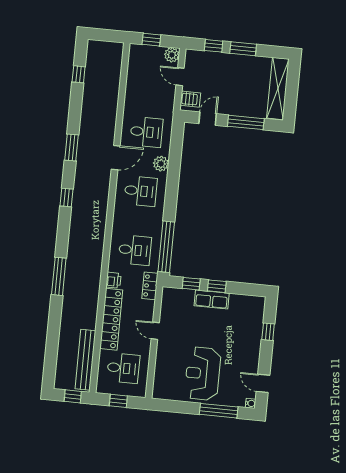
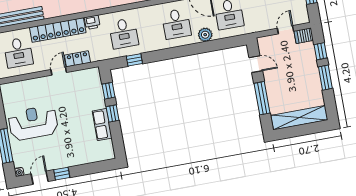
plant: (172, 55) -> (302, 17), removed
server rack: (190, 99) -> (304, 36), moved, turned 90
window: (166, 247) -> (134, 60), width x0.32
locker: (150, 286) -> (77, 59), moved
row of seats: (212, 299) -> (102, 125), moved
window: (268, 332) -> (62, 174), moved

